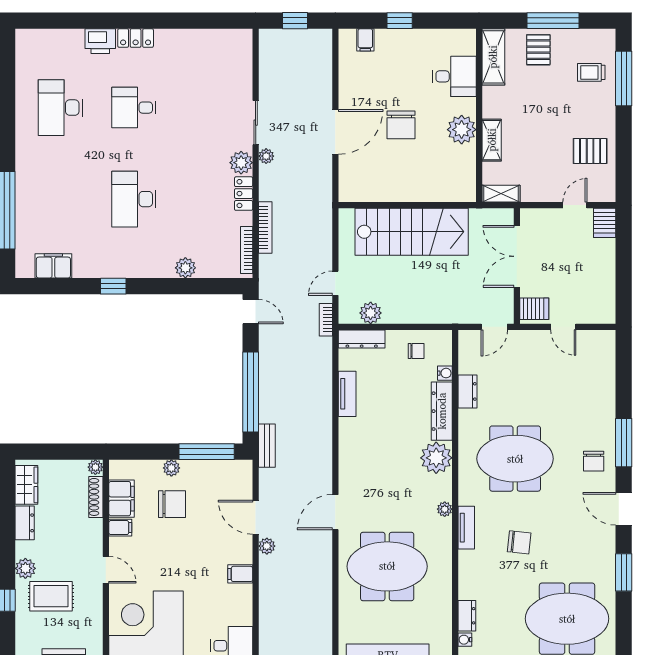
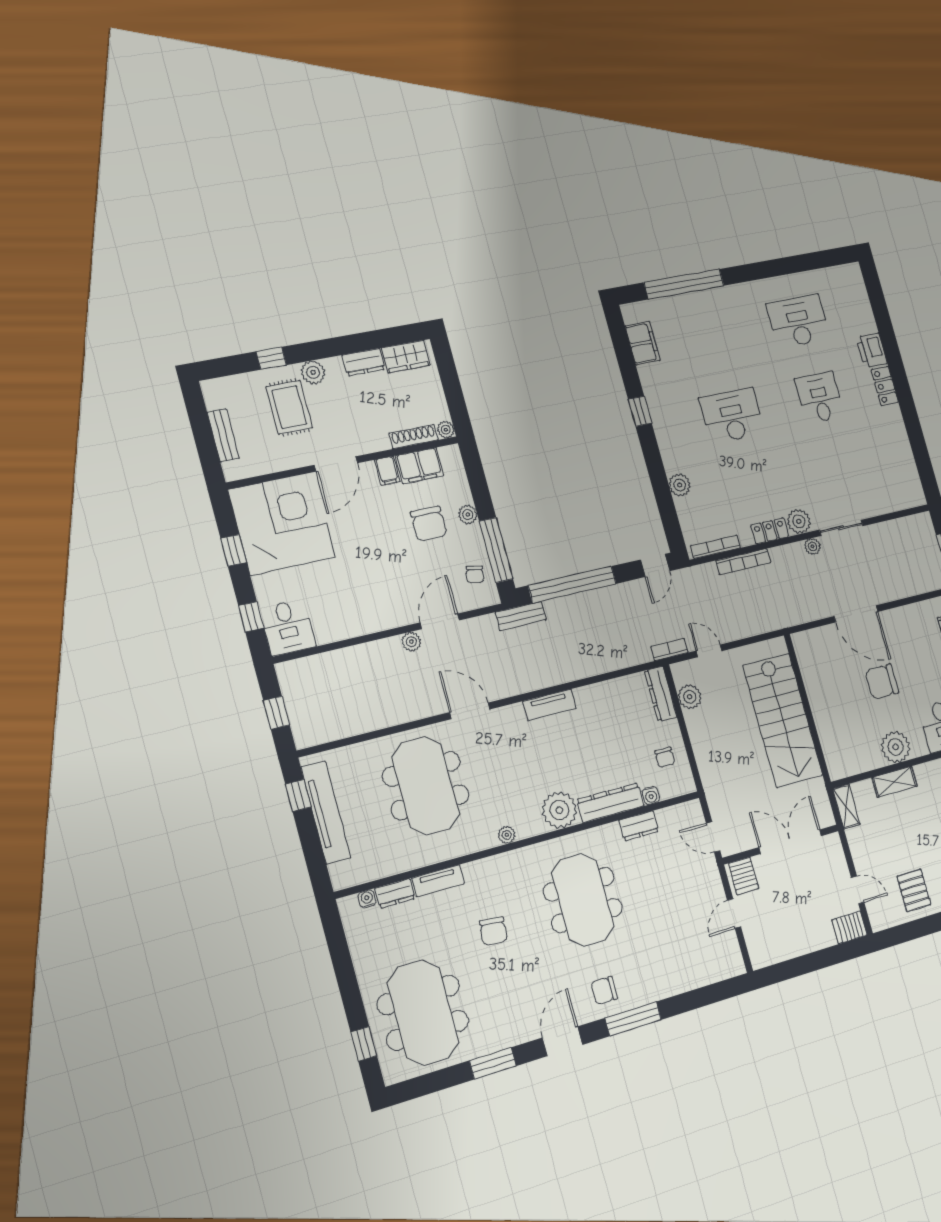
tv unit: (347, 394) -> (550, 705), moved
chair: (223, 476) -> (475, 574), added
tv unit: (466, 528) -> (438, 881), moved
door: (106, 570) -> (336, 464), width x1.38
filing cabinet: (240, 574) -> (372, 618), removed

